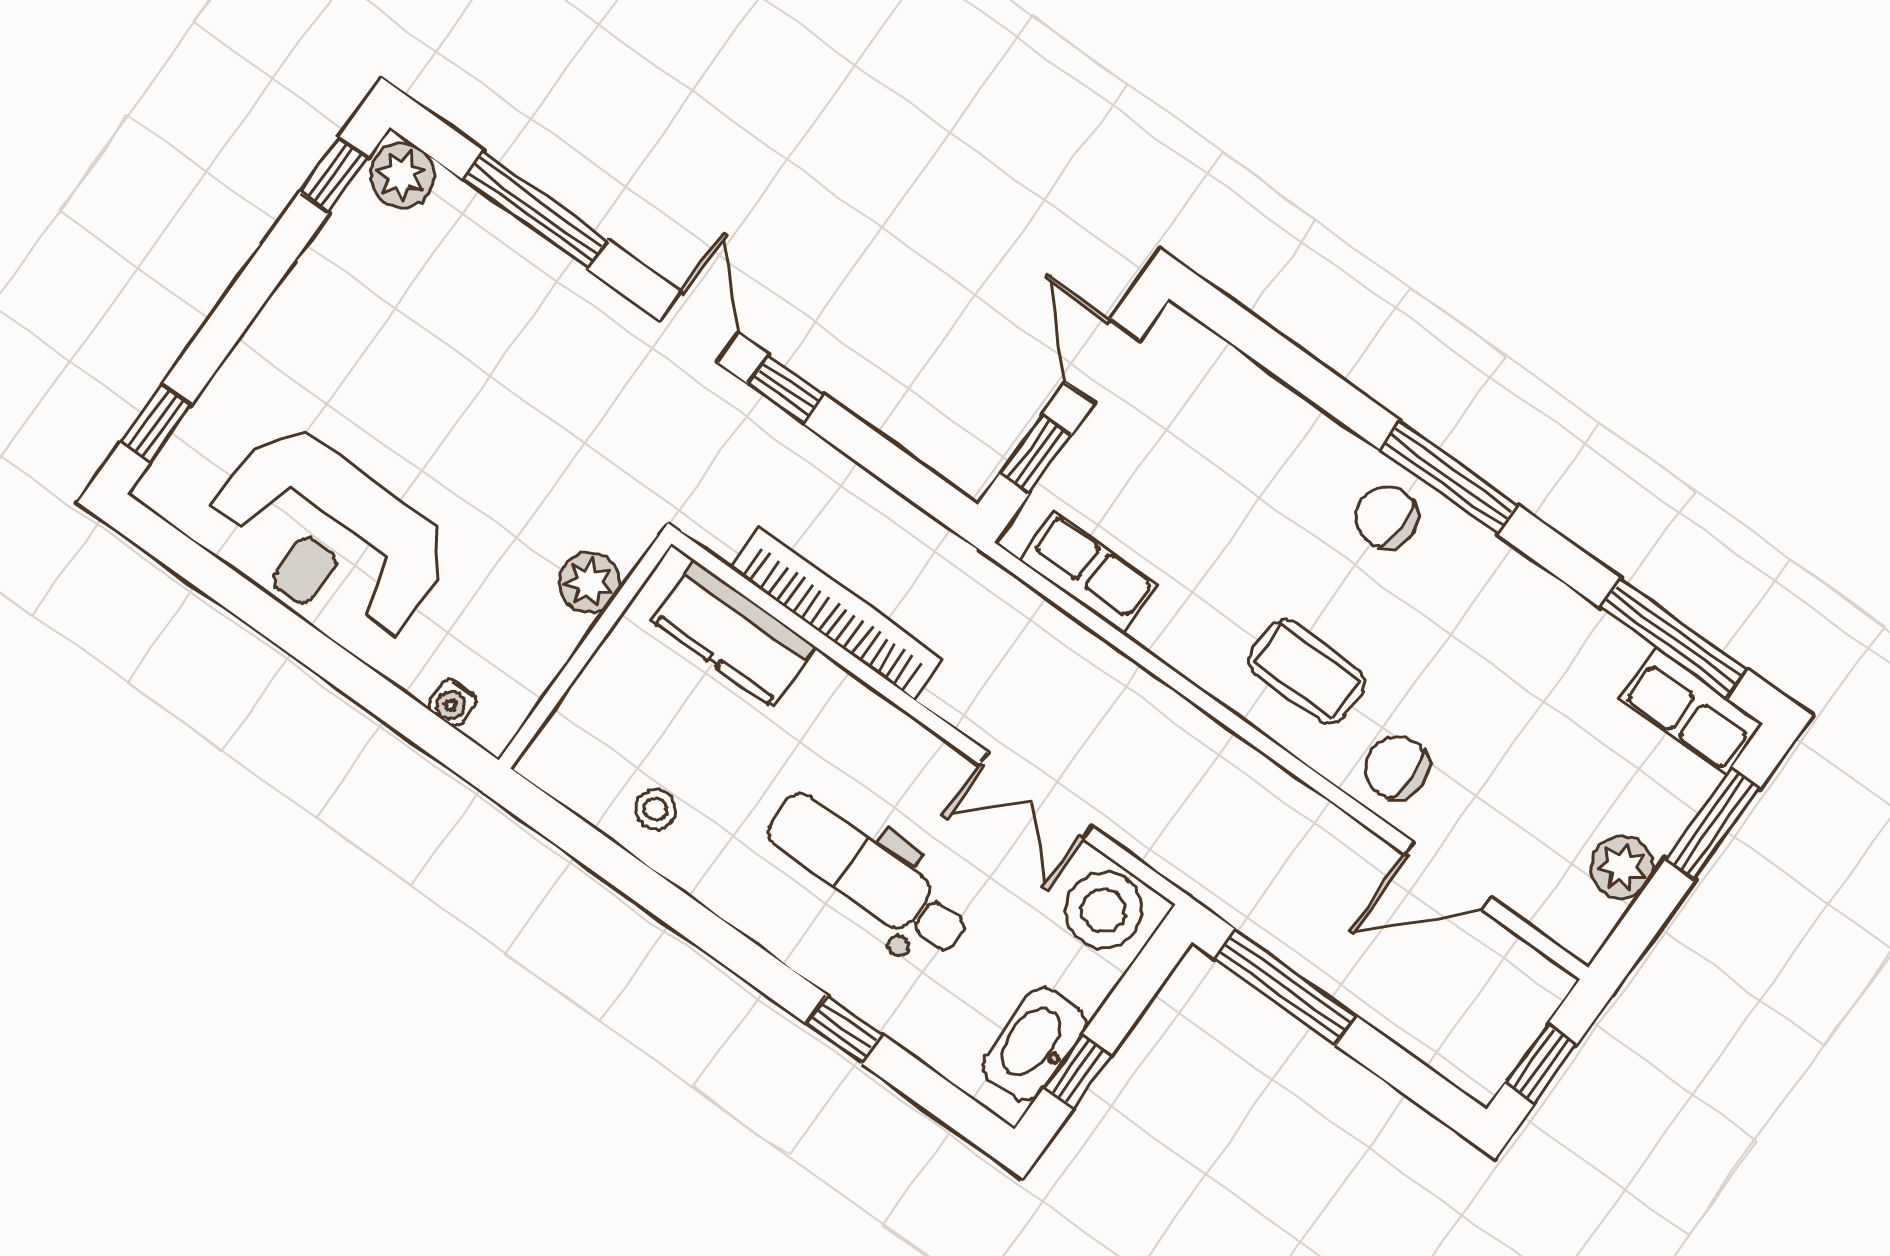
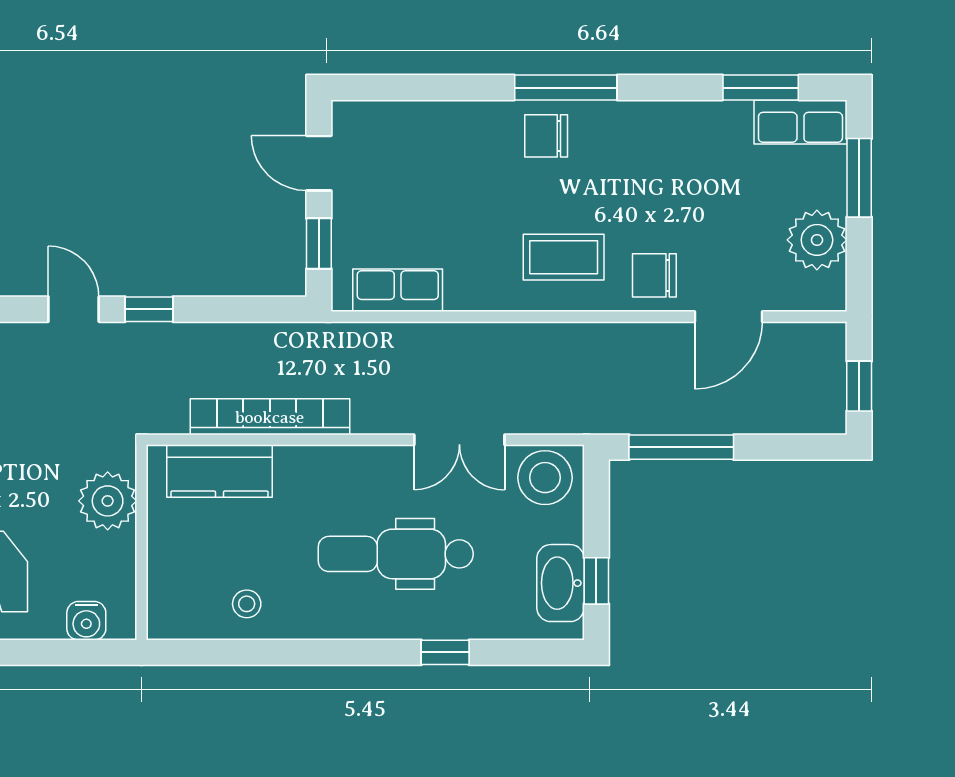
plant: (589, 582) -> (108, 501), width x1.36, depth x1.36
window: (1674, 638) -> (761, 88), width x0.69
water cooler: (452, 703) -> (86, 621), width x1.38, depth x1.38
plant: (1622, 867) -> (817, 240), width x1.36, depth x1.36

